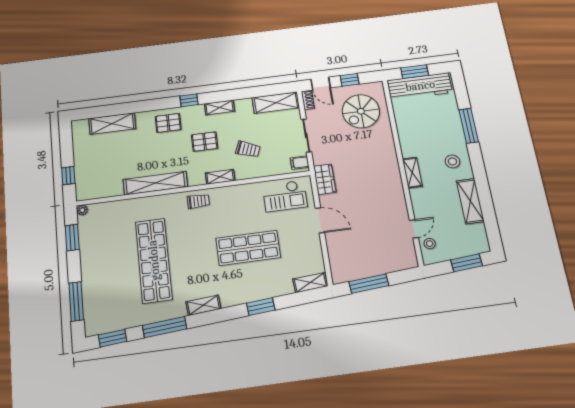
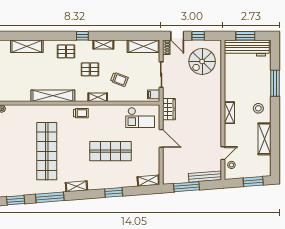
bench: (394, 265) -> (205, 177), added

